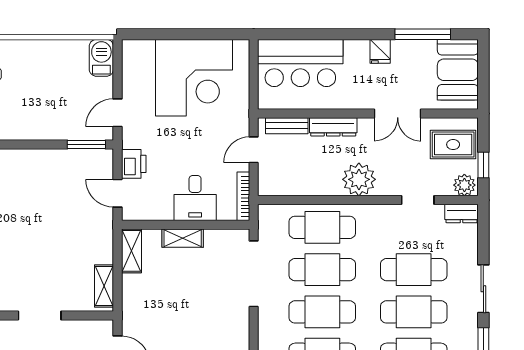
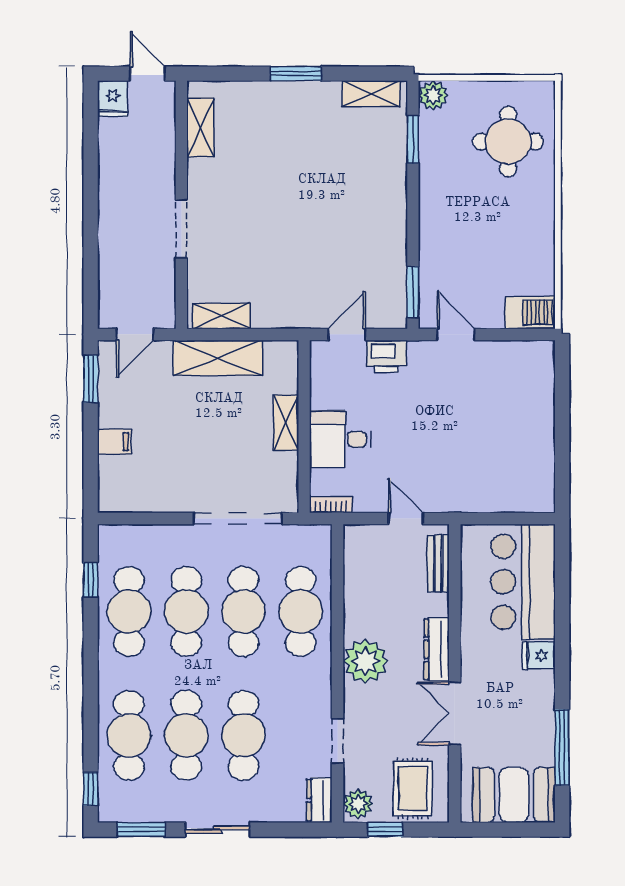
fridge: (380, 51) -> (539, 655), moved
corner desk: (194, 78) -> (503, 438), removed
dresser: (333, 127) -> (437, 649), moved
bookcase: (243, 196) -> (331, 505), width x0.64
shelving: (132, 251) -> (218, 358), moved, width x1.50, depth x1.33

